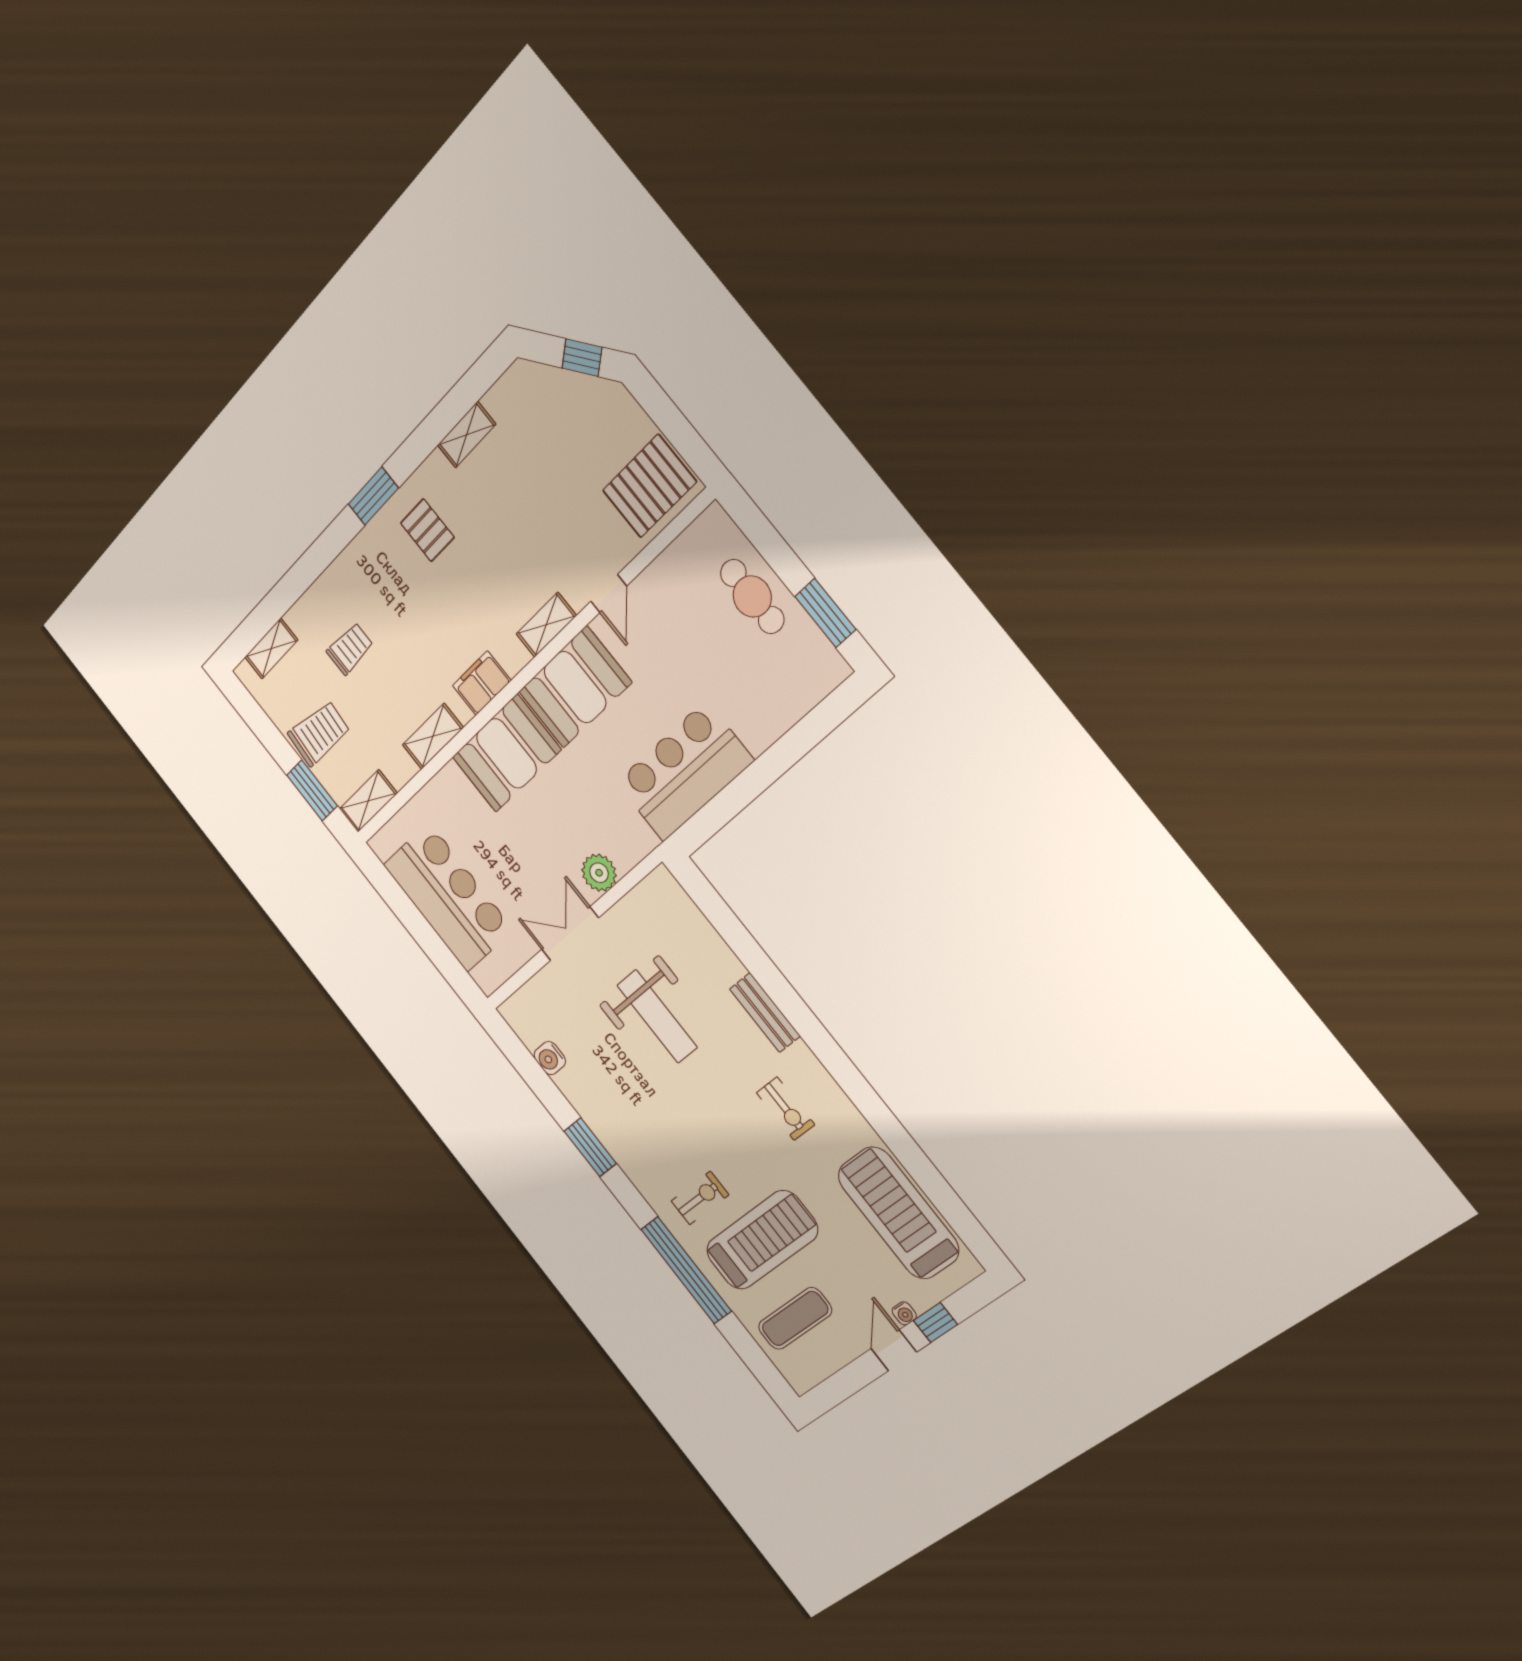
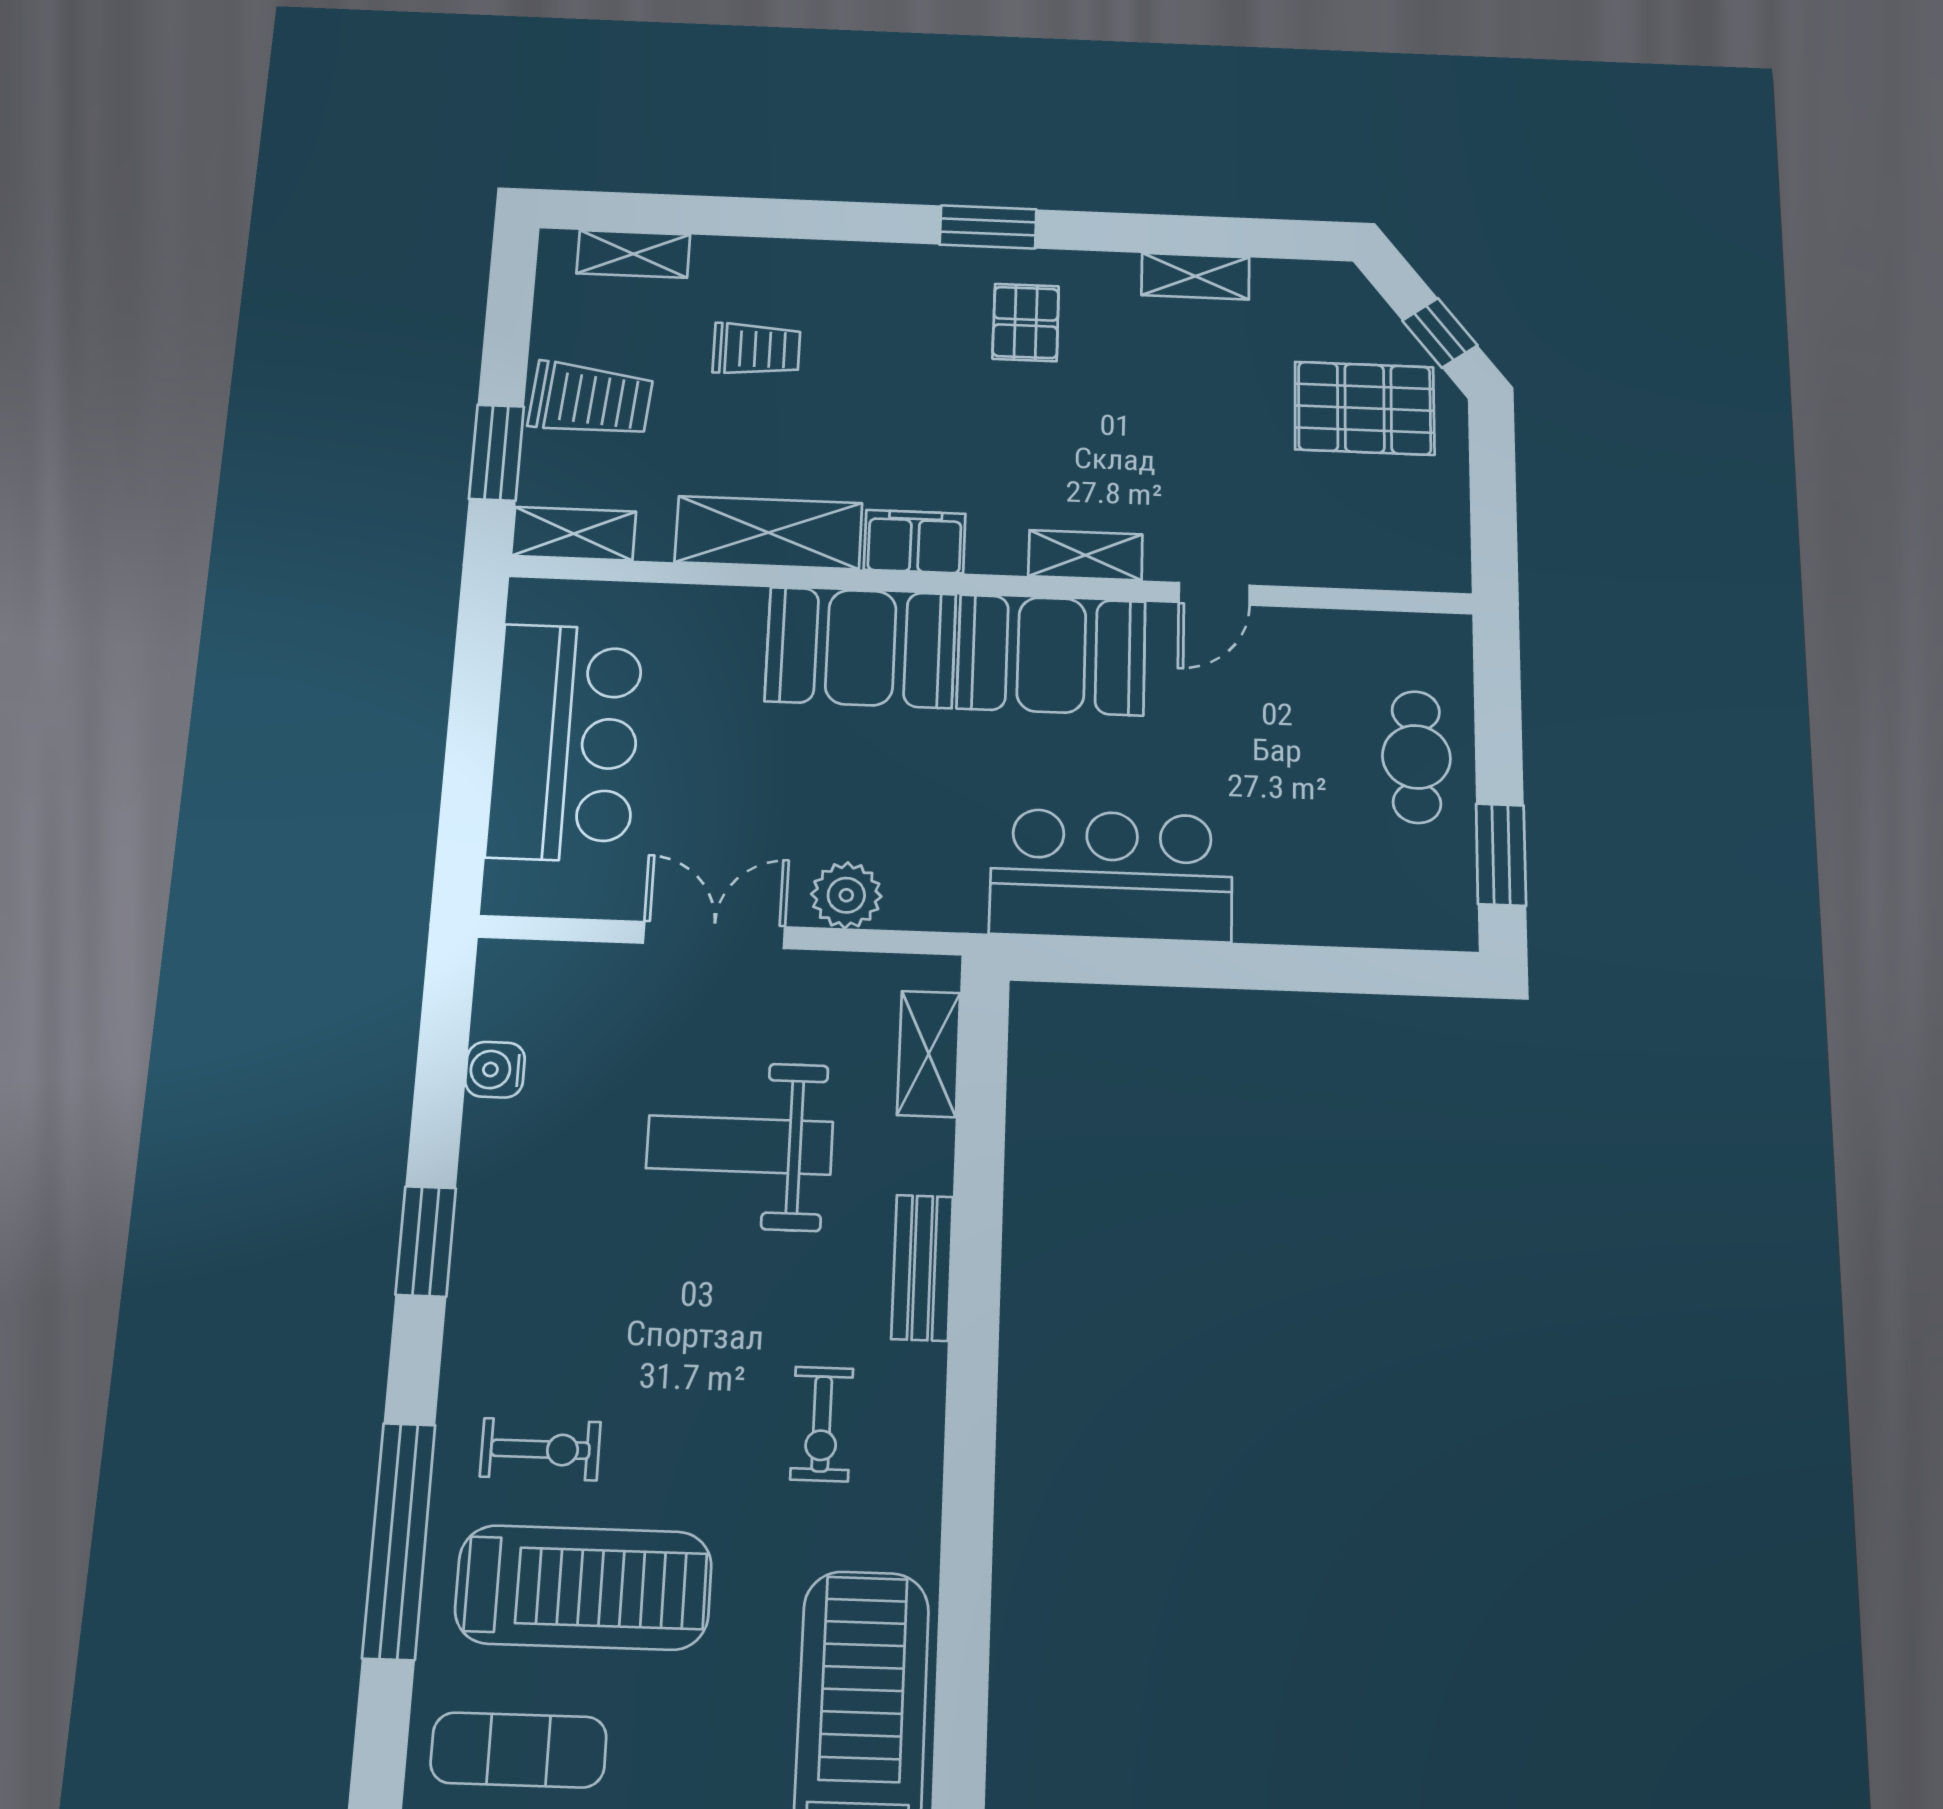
pallet: (649, 486) -> (1364, 408), moved
shelving: (433, 736) -> (769, 533), width x1.50, depth x1.33
shelving: (688, 917) -> (929, 1054), added
weight bench: (657, 1016) -> (740, 1145), turned 90

